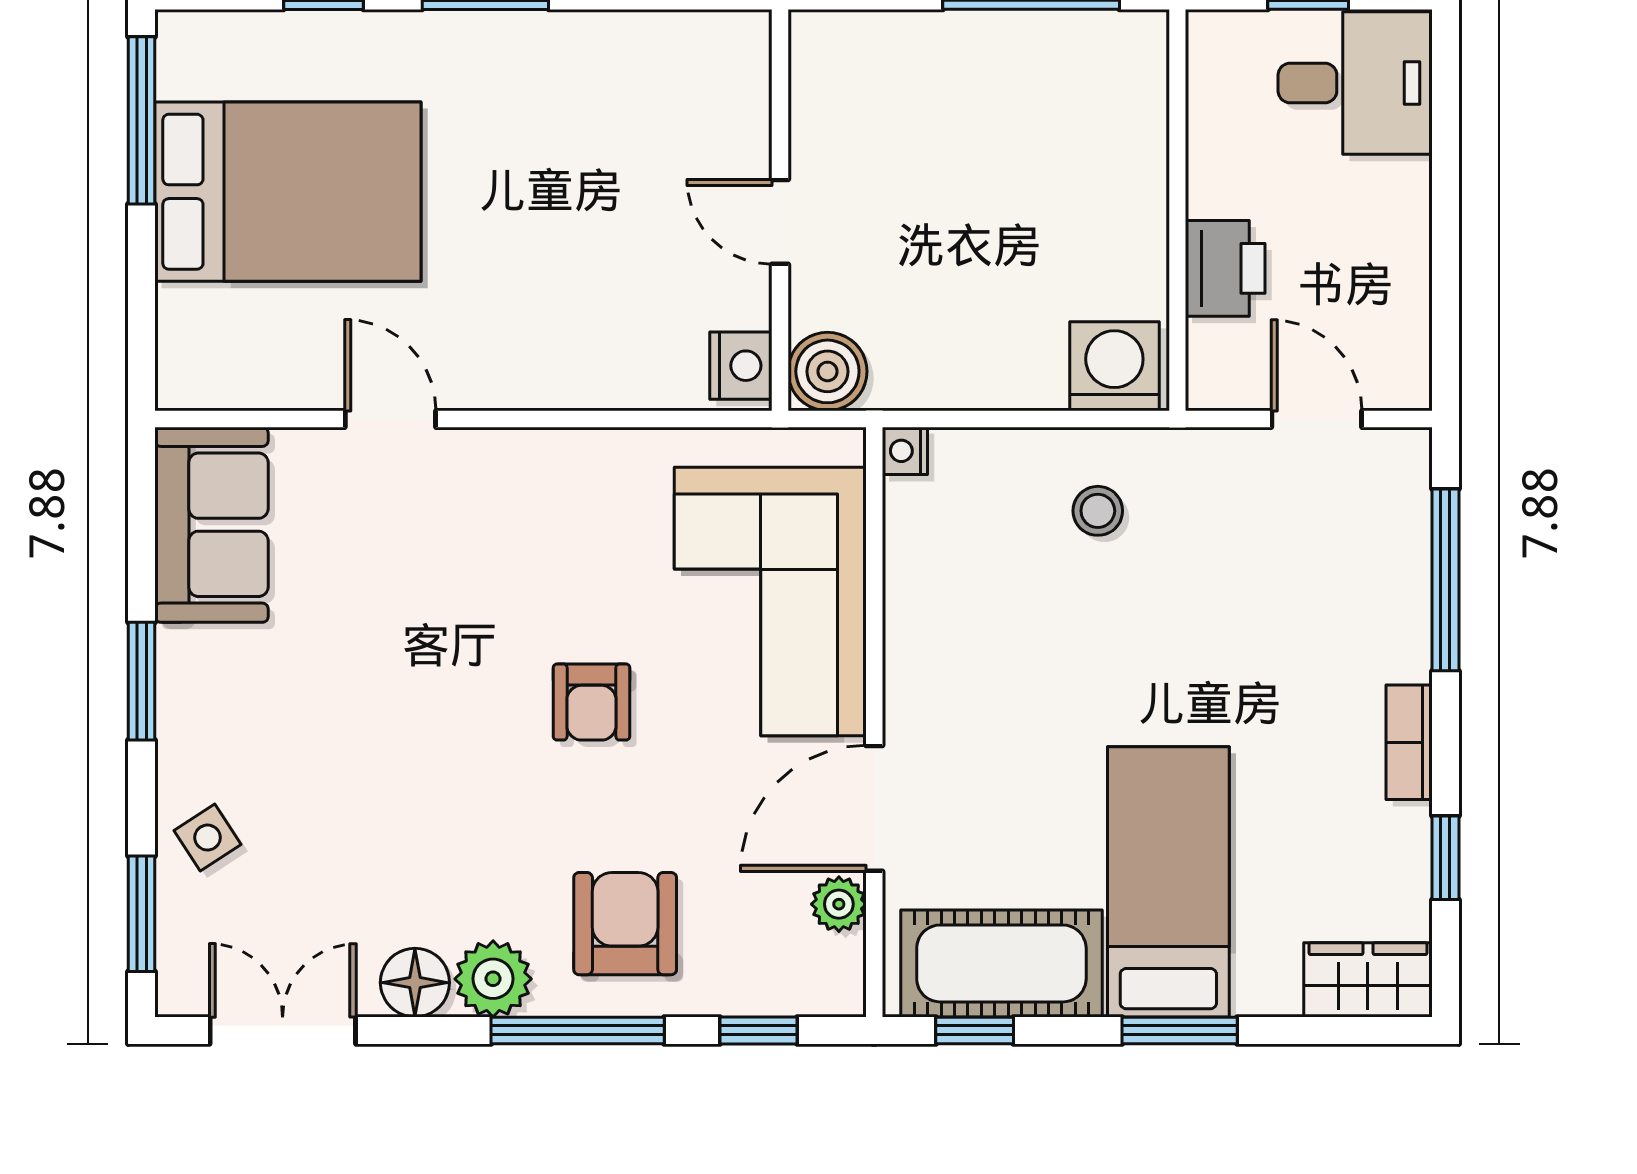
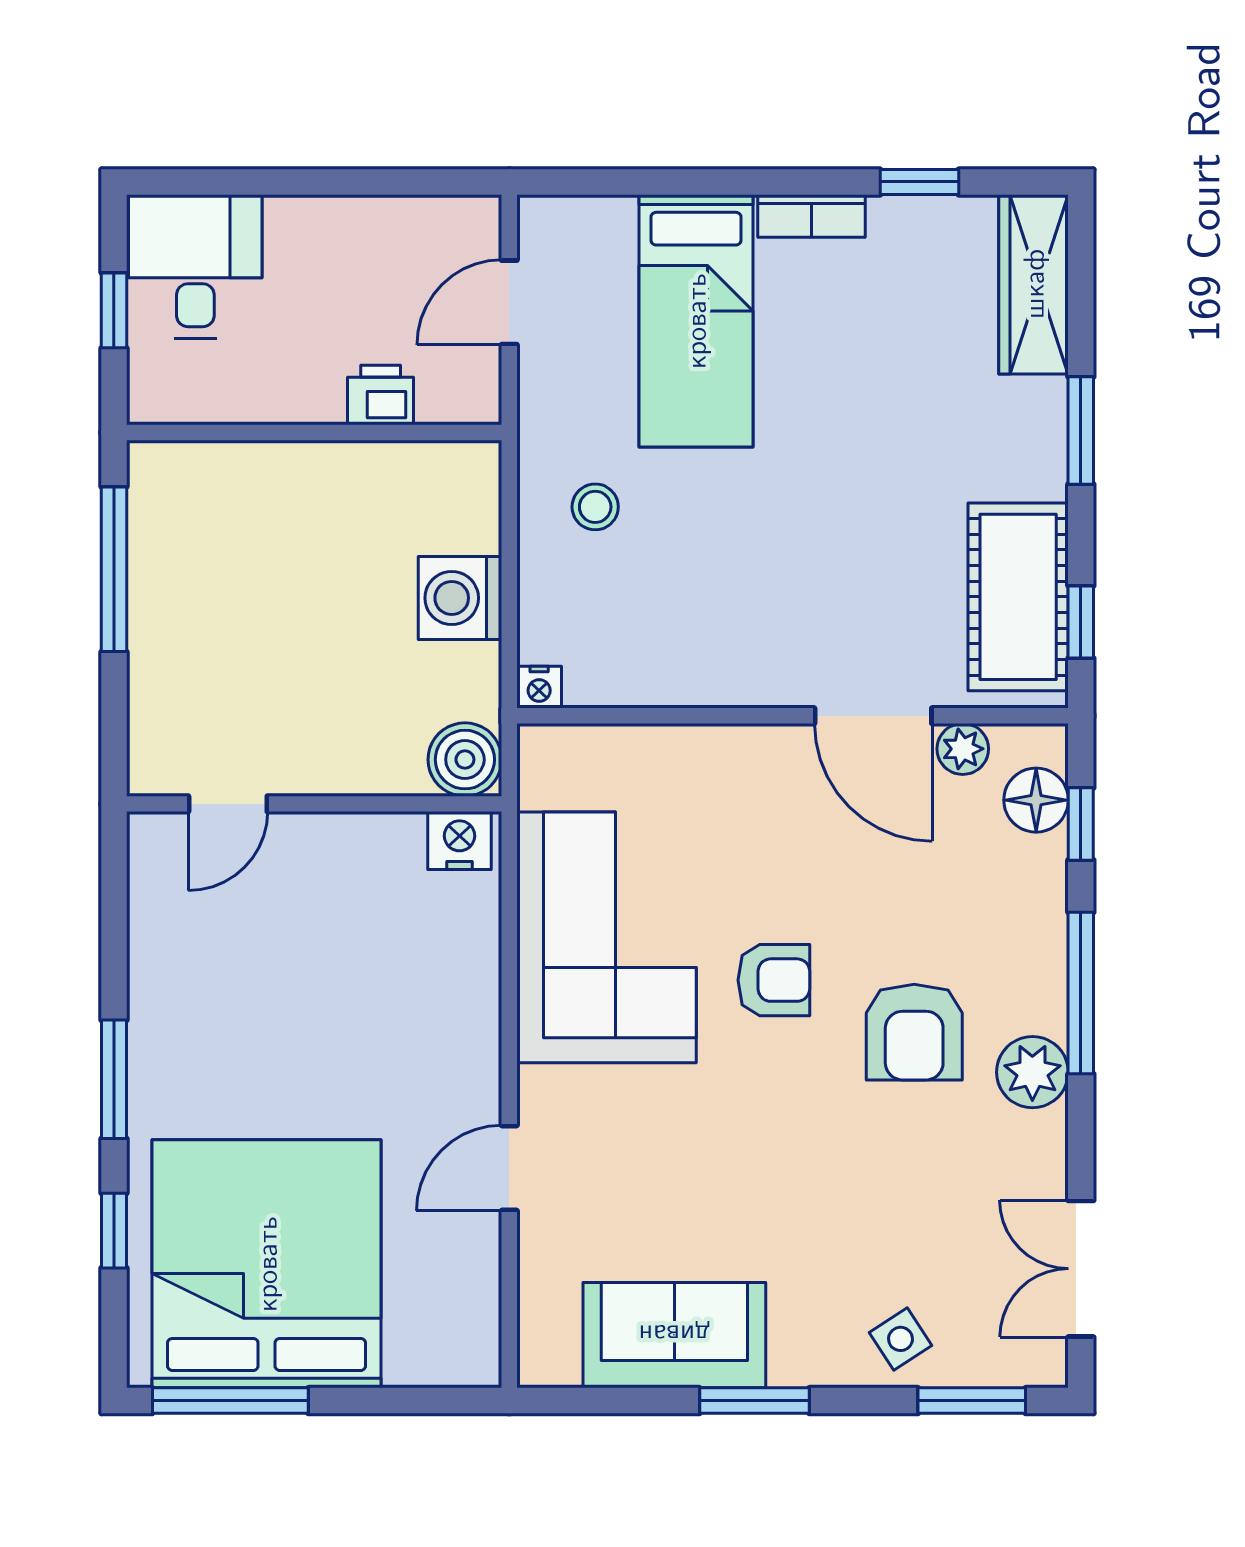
bed: (288, 192) -> (267, 1264), width x1.36
door: (780, 222) -> (228, 804), moved
printer: (1225, 268) -> (381, 395), width x0.73, depth x0.81
washing machine: (1114, 366) -> (460, 598), moved
sofa: (212, 525) -> (674, 1335), moved
window: (1445, 580) -> (660, 182), removed
corner sofa: (770, 601) -> (606, 937), moved, turned -90
bed: (1168, 882) -> (696, 321), moved, turned -90
armchair: (625, 924) -> (914, 1032), moved, turned -90
wardrobe: (1368, 980) -> (1034, 284), width x1.50
floor lamp: (415, 983) -> (1036, 800), moved

